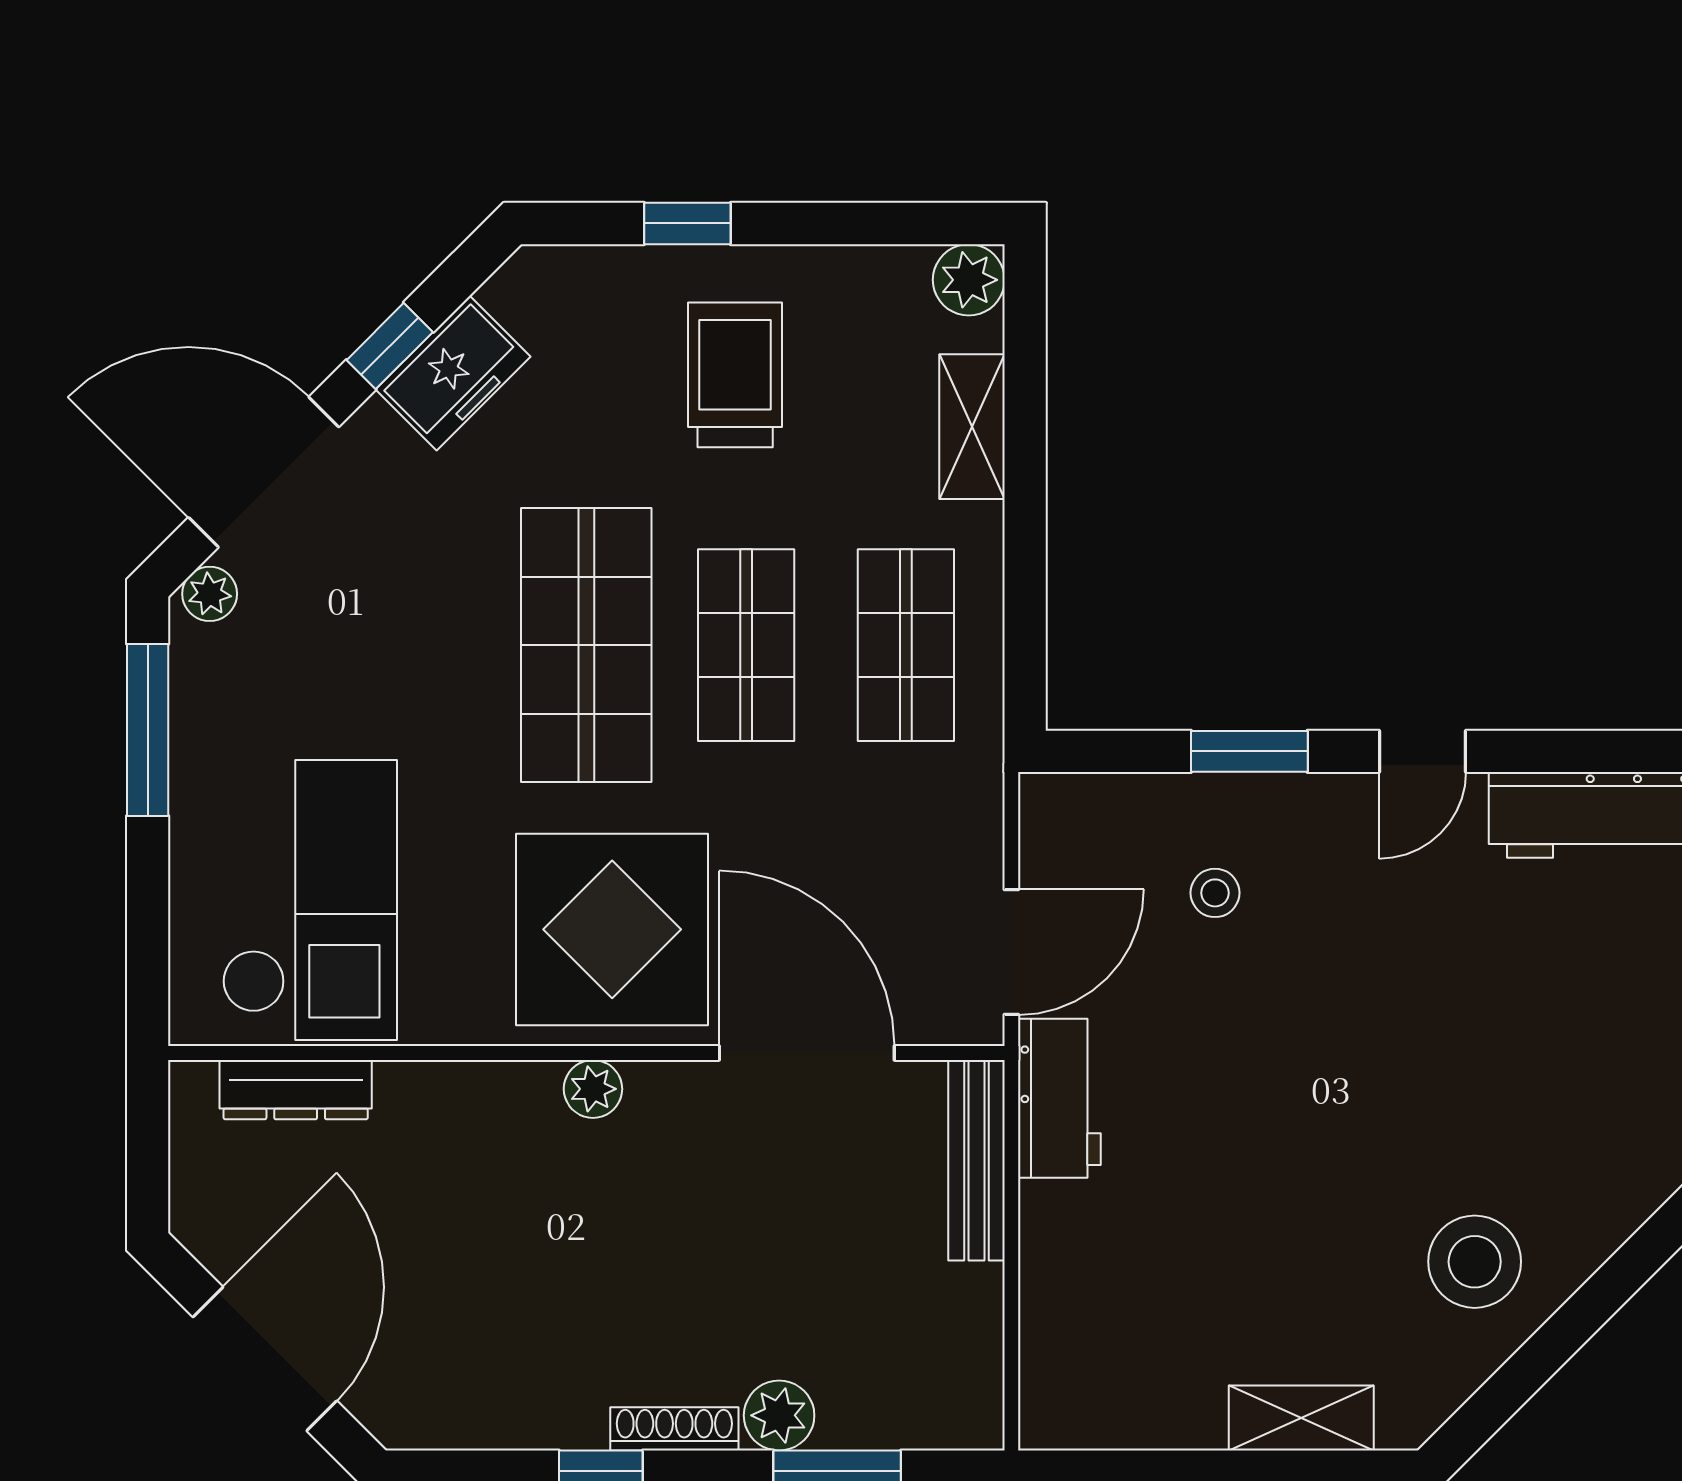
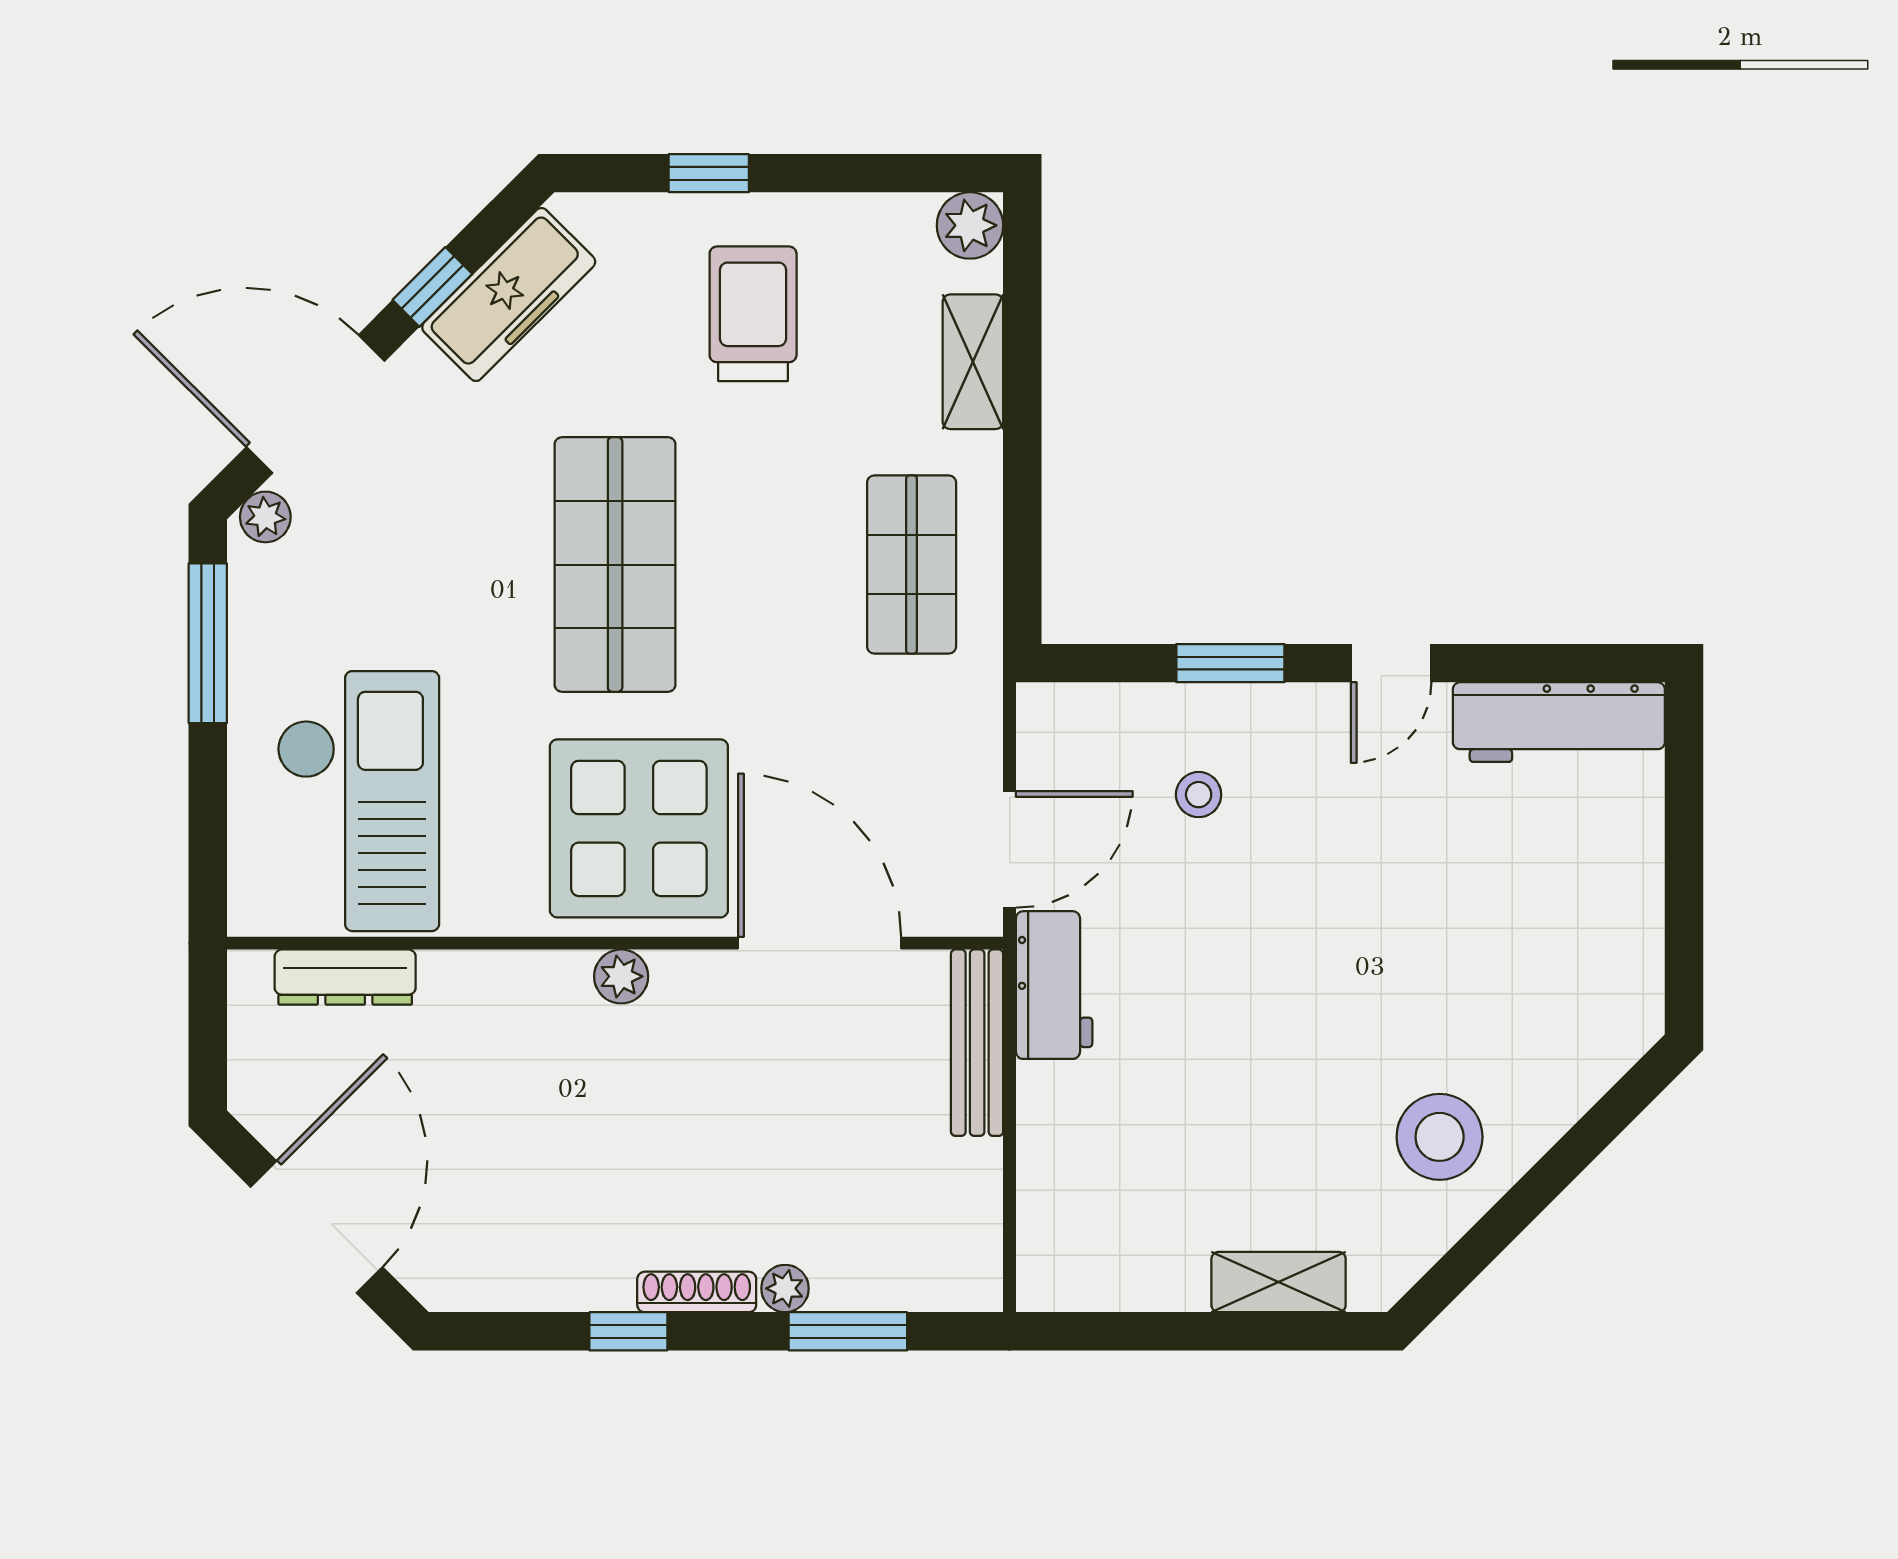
freezer: (453, 373) -> (509, 294), width x1.40
shop shelf: (746, 645) -> (763, 565), removed
plant: (779, 1415) -> (785, 1288), width x0.73, depth x0.73

